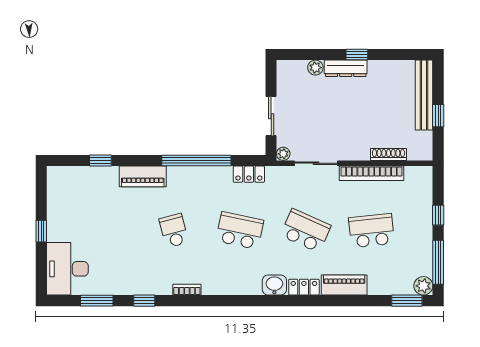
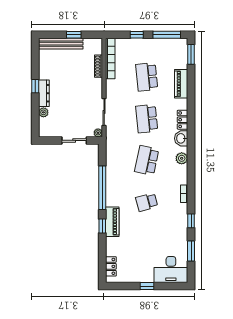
window: (100, 161) -> (102, 226), moved
bookcase: (371, 173) -> (110, 58), moved
locker: (249, 174) -> (111, 266), moved
school desk: (306, 231) -> (147, 119), turned -30
piano: (344, 285) -> (181, 84), moved
plant: (423, 286) -> (182, 158), moved

